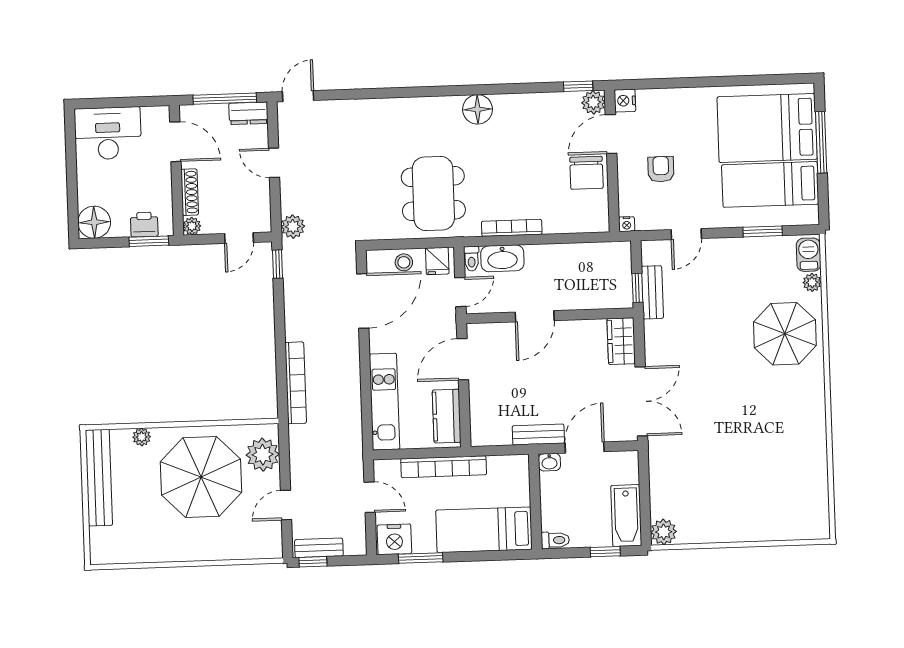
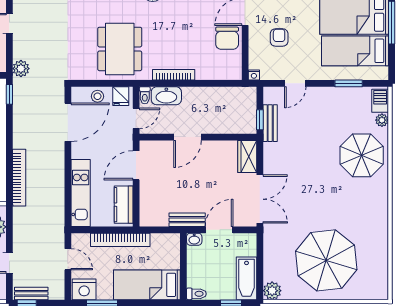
parasol: (739, 486) -> (326, 260), added

